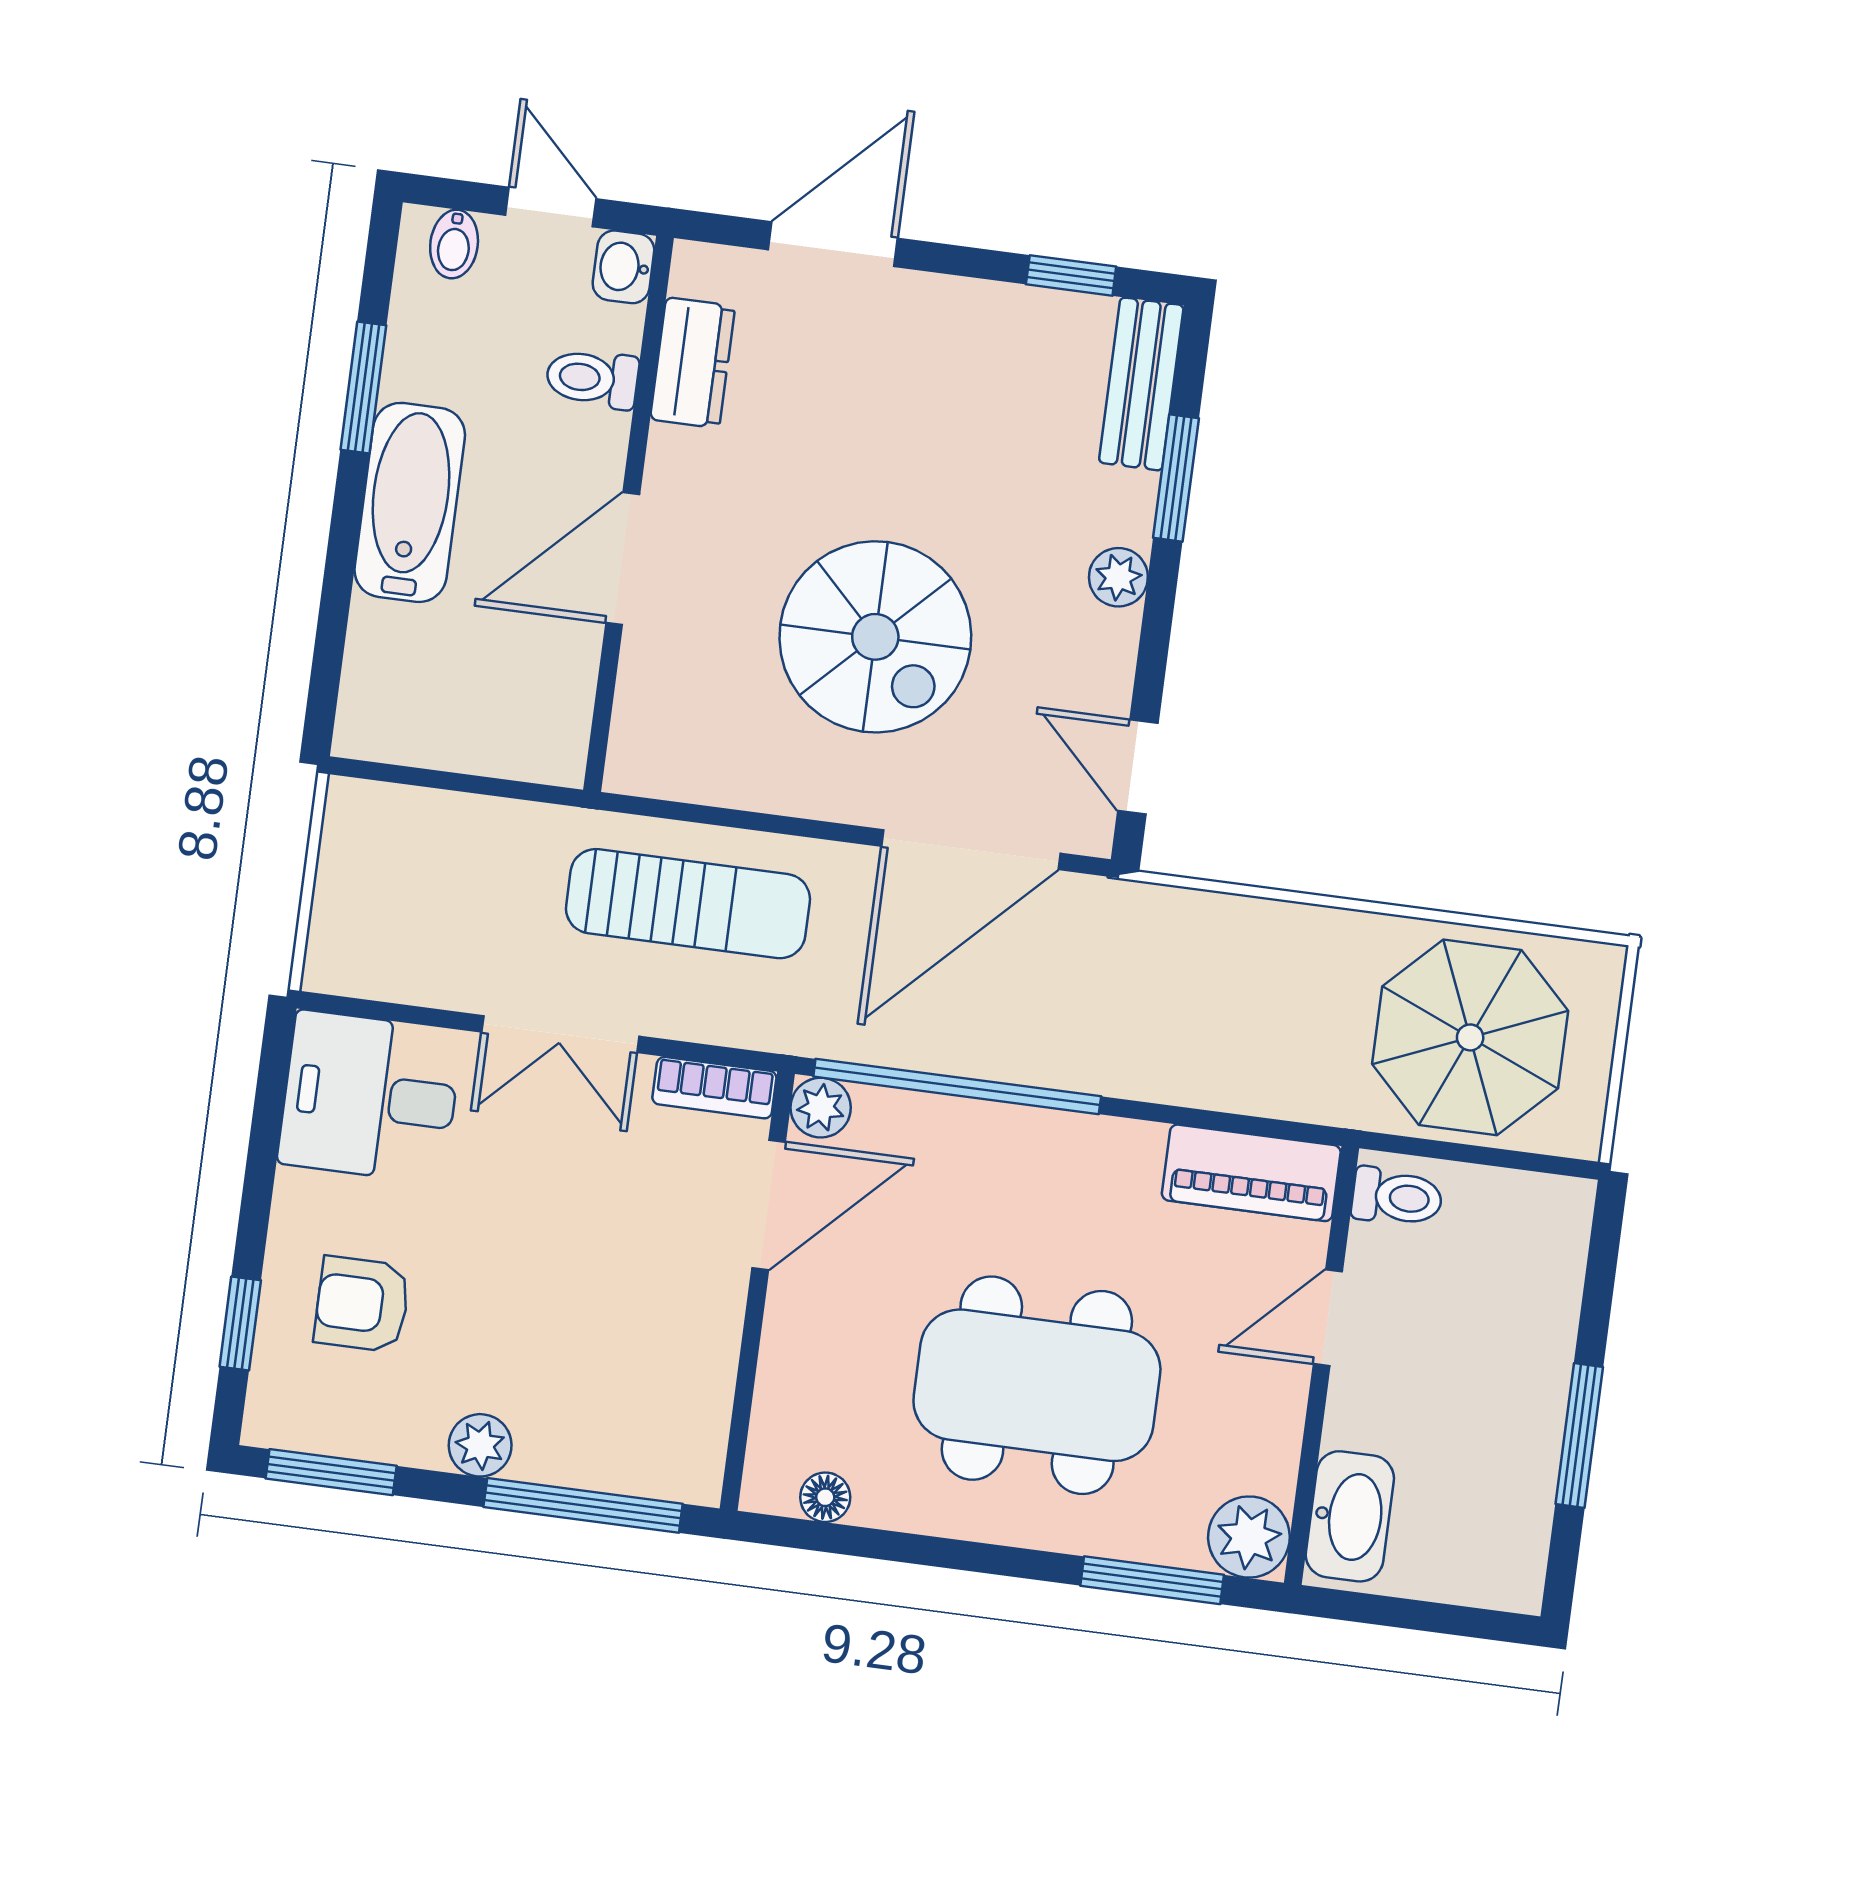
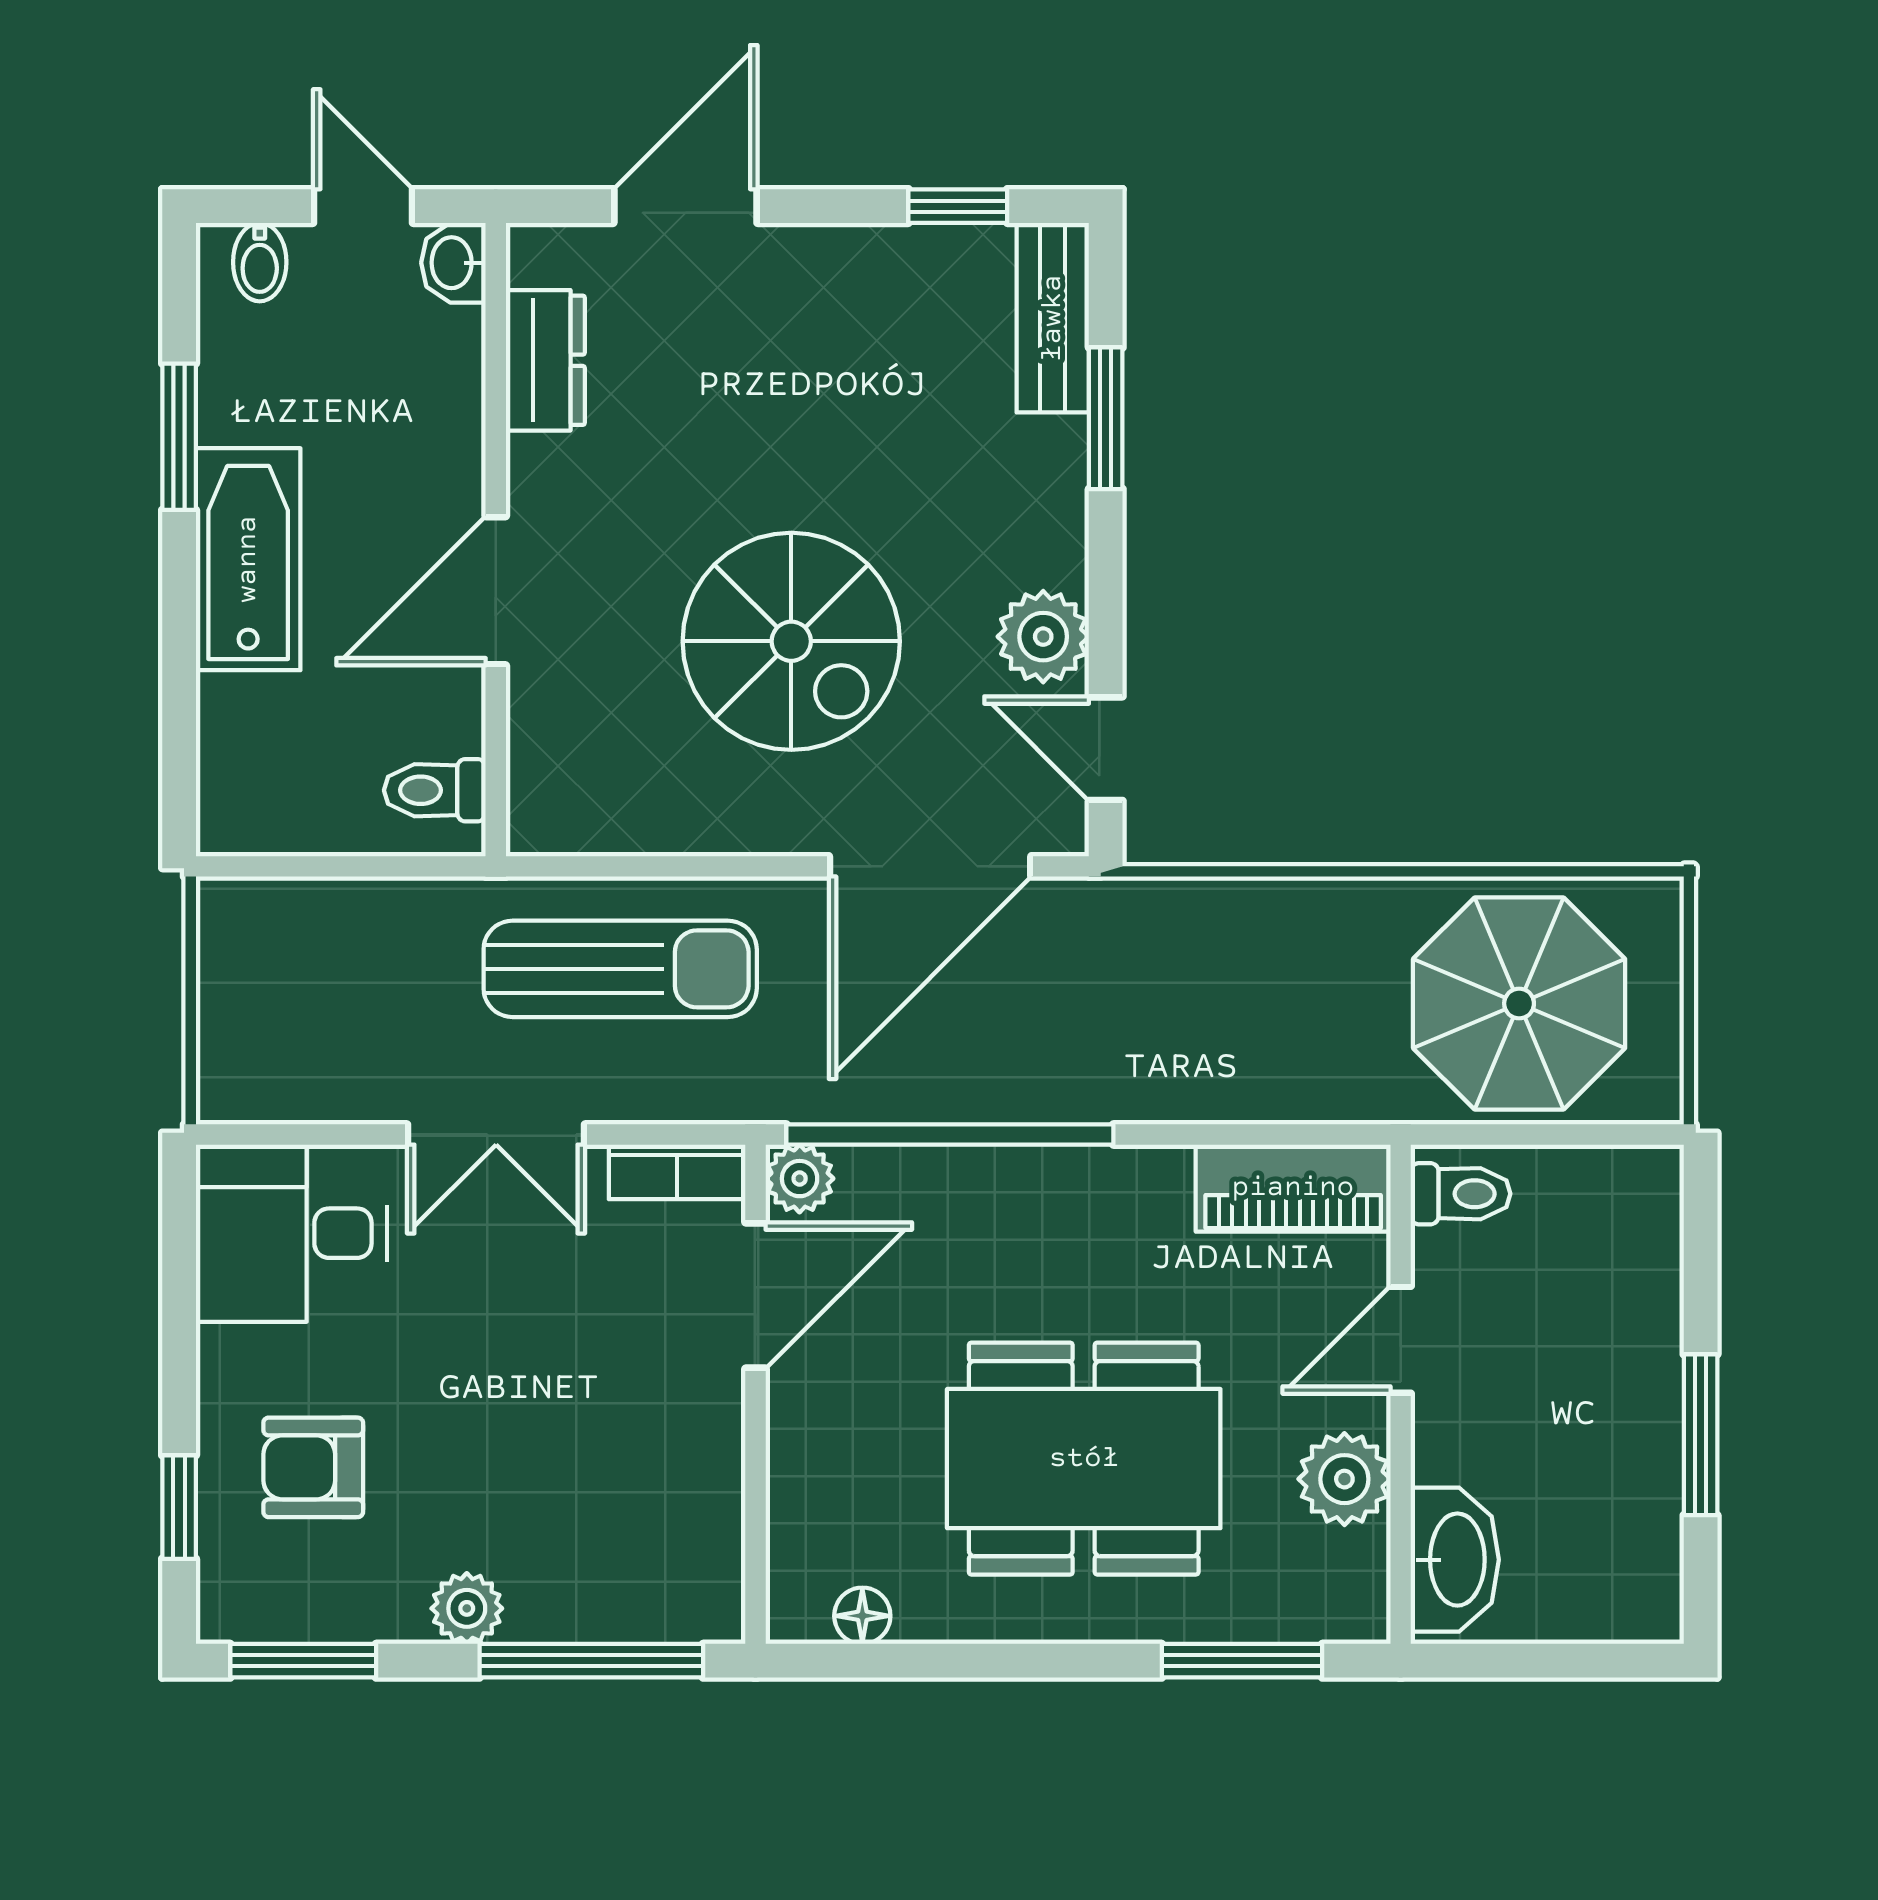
toilet: (592, 378) -> (435, 790), moved
plant: (1118, 577) -> (1043, 637), moved, width x1.38, depth x1.38
plant: (1249, 1537) -> (1344, 1479), moved

